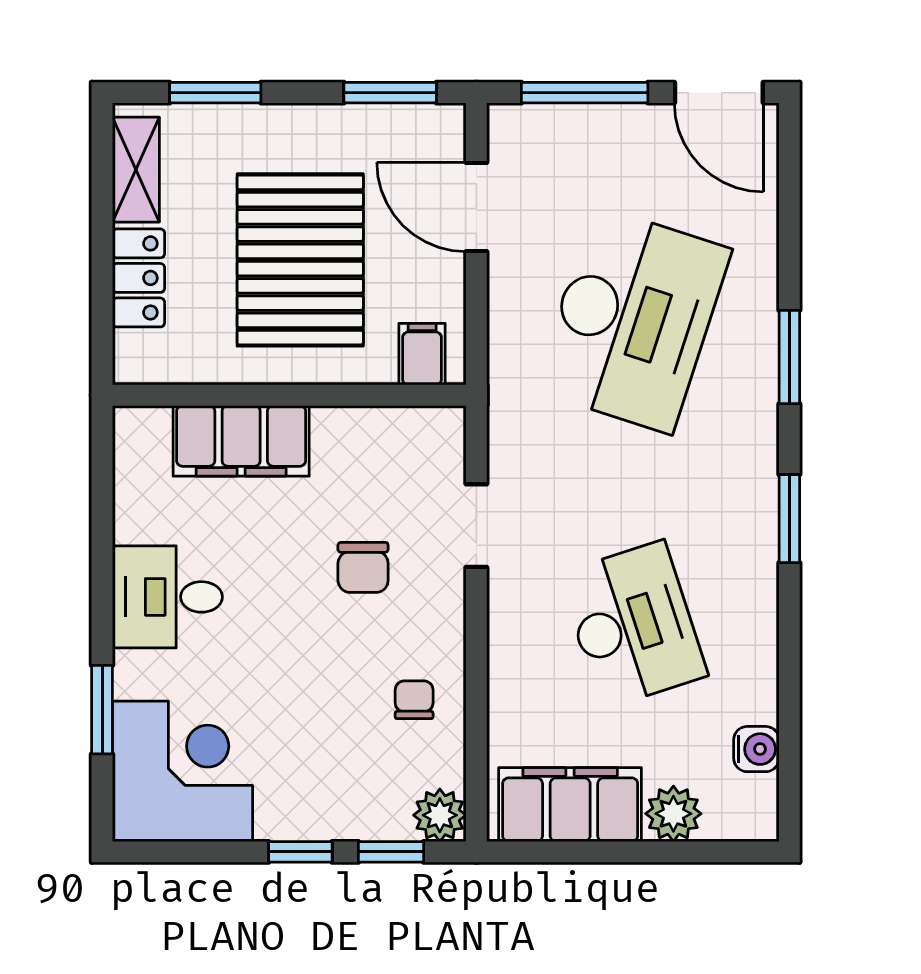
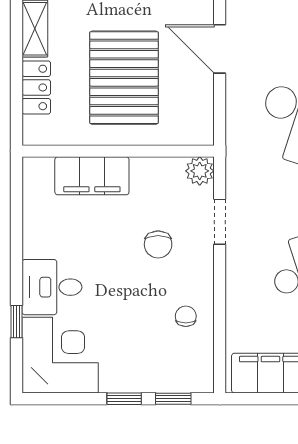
filing cabinet: (422, 354) -> (190, 129), removed
desk: (167, 597) -> (52, 287), moved
window: (102, 710) -> (16, 322), width x0.67
plant: (440, 815) -> (200, 171), moved

